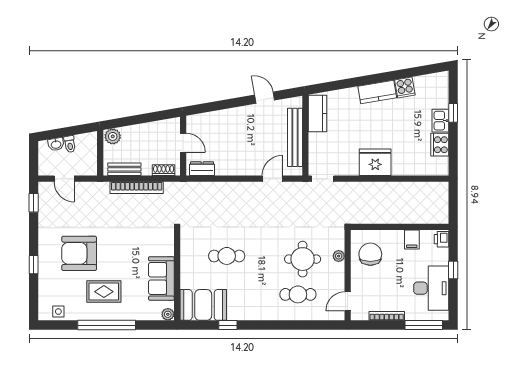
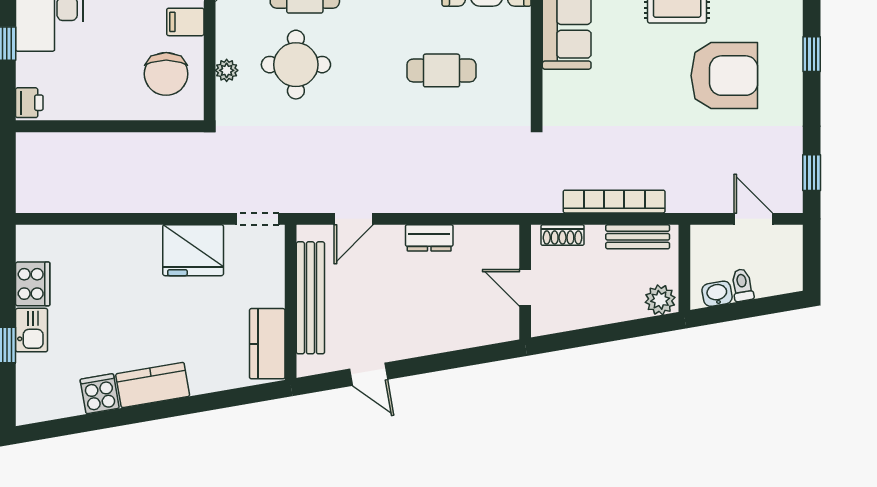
washbasin: (56, 144) -> (717, 294), moved
fridge: (375, 162) -> (193, 250), moved
dresser: (202, 169) -> (429, 238), moved
filing cabinet: (412, 240) -> (185, 22), moved, turned -90

